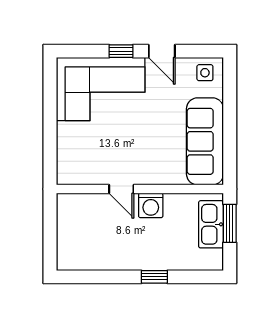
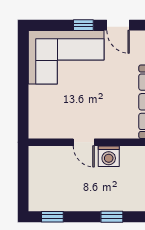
window: (84, 277) -> (52, 217), added

